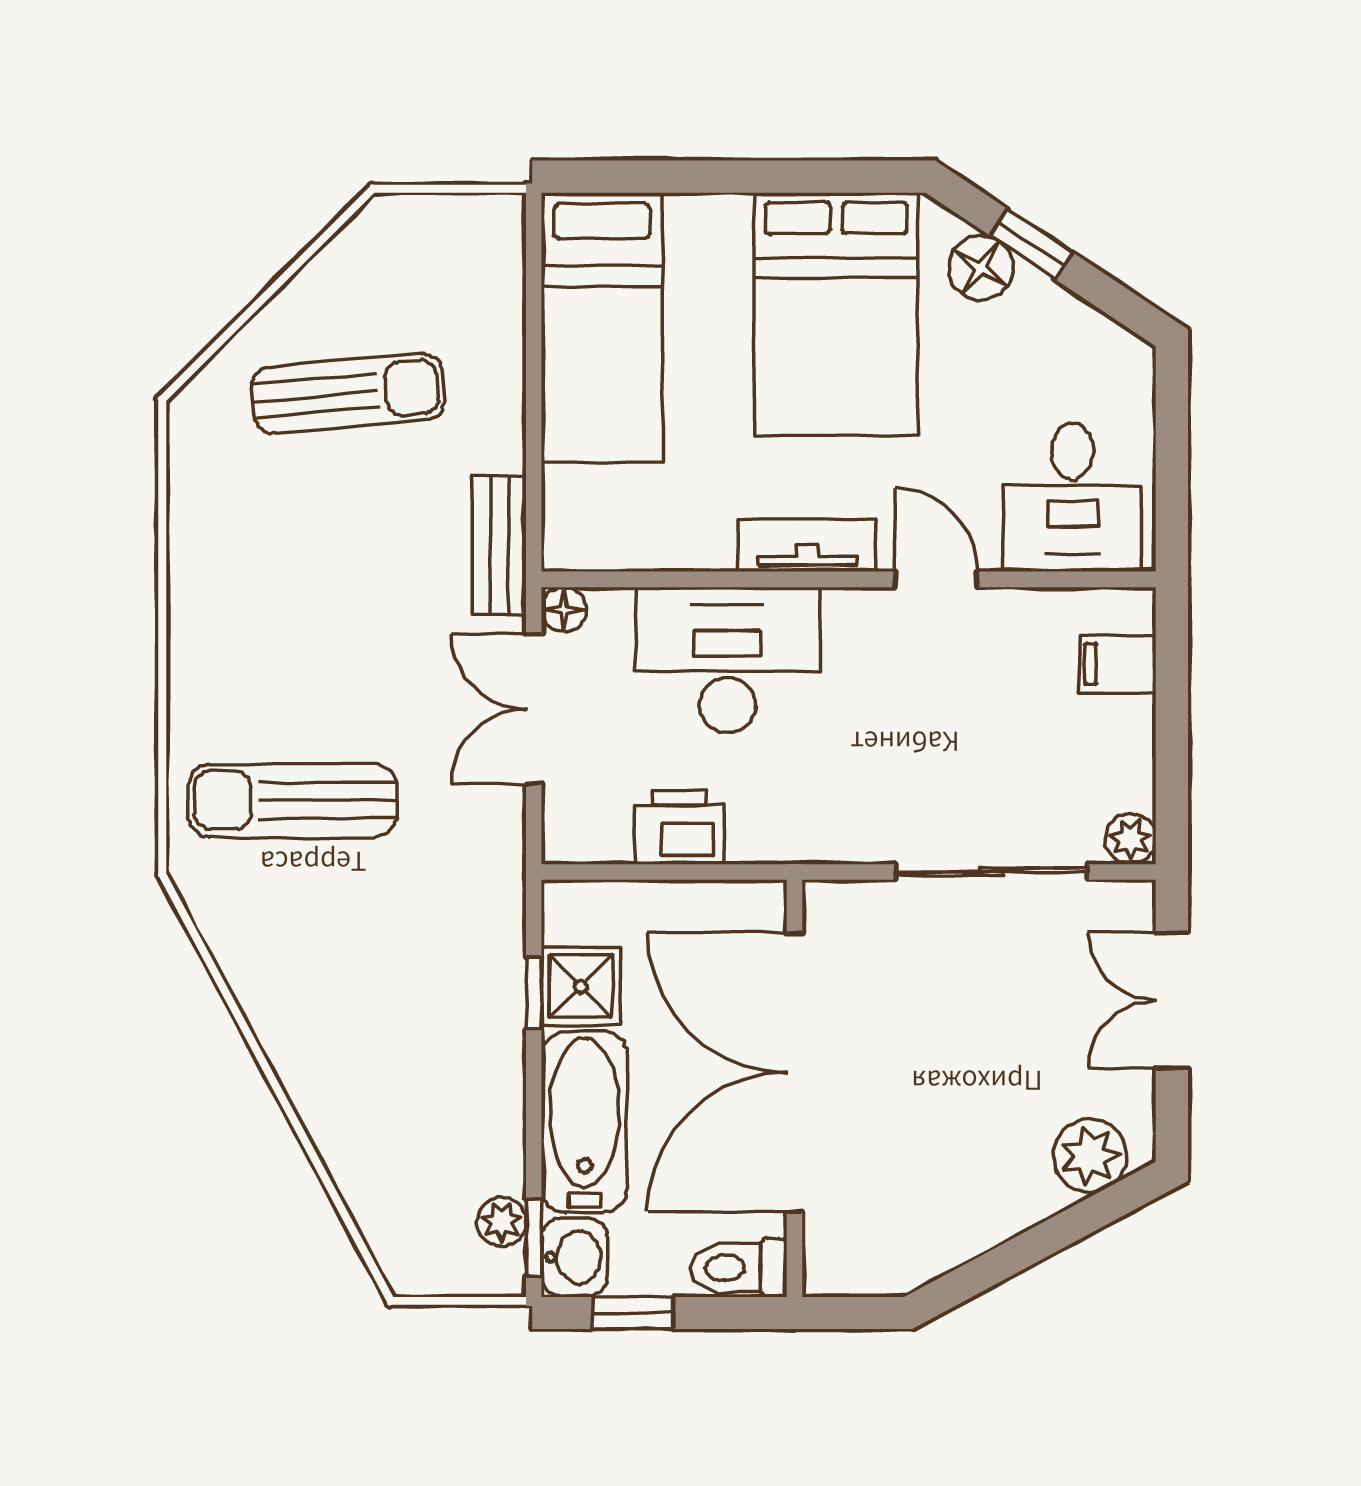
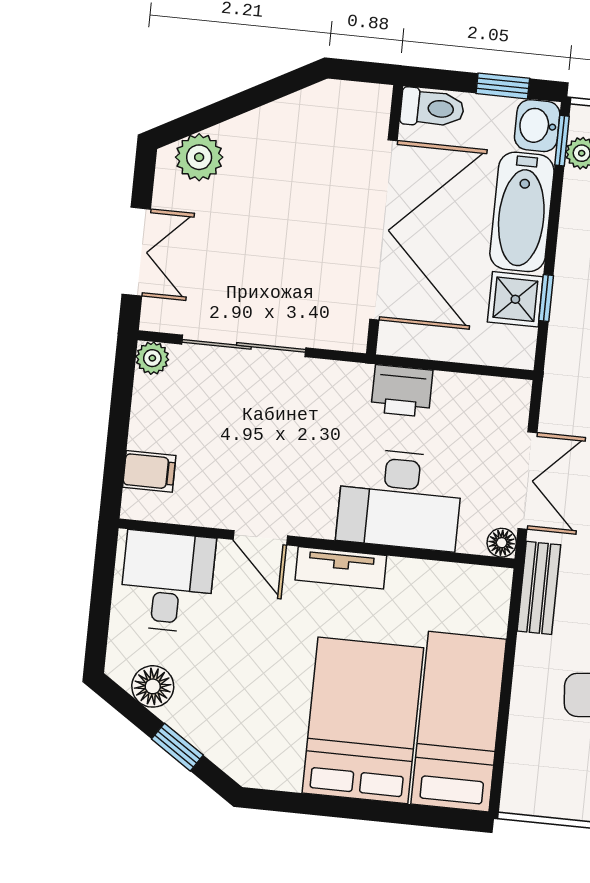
floor lamp: (981, 268) -> (153, 686), moved
bed: (836, 314) -> (363, 720), moved
printer: (679, 827) -> (402, 391), moved

